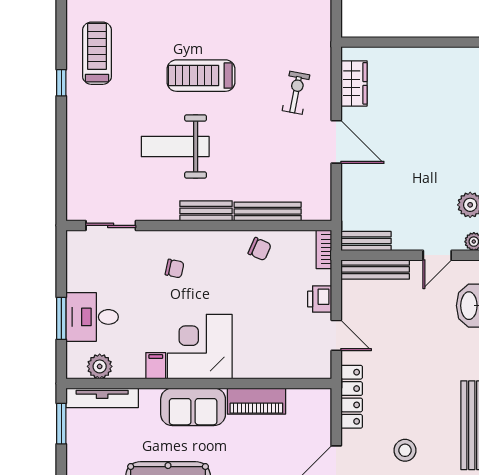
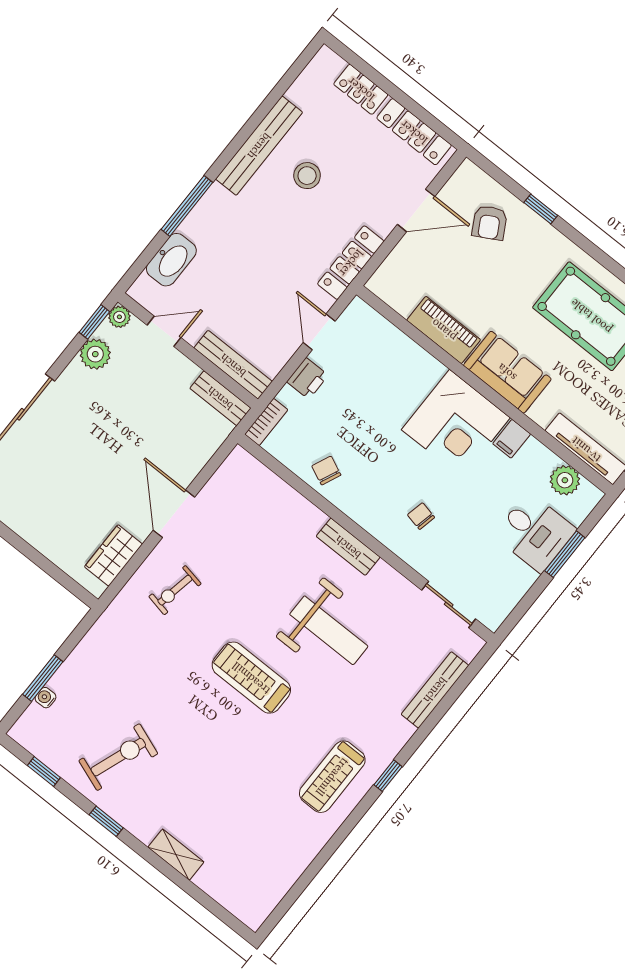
treadmill: (201, 76) -> (251, 678), turned 180
bench: (268, 211) -> (435, 690), moved, turned 90
stool: (405, 450) -> (307, 176), moved

